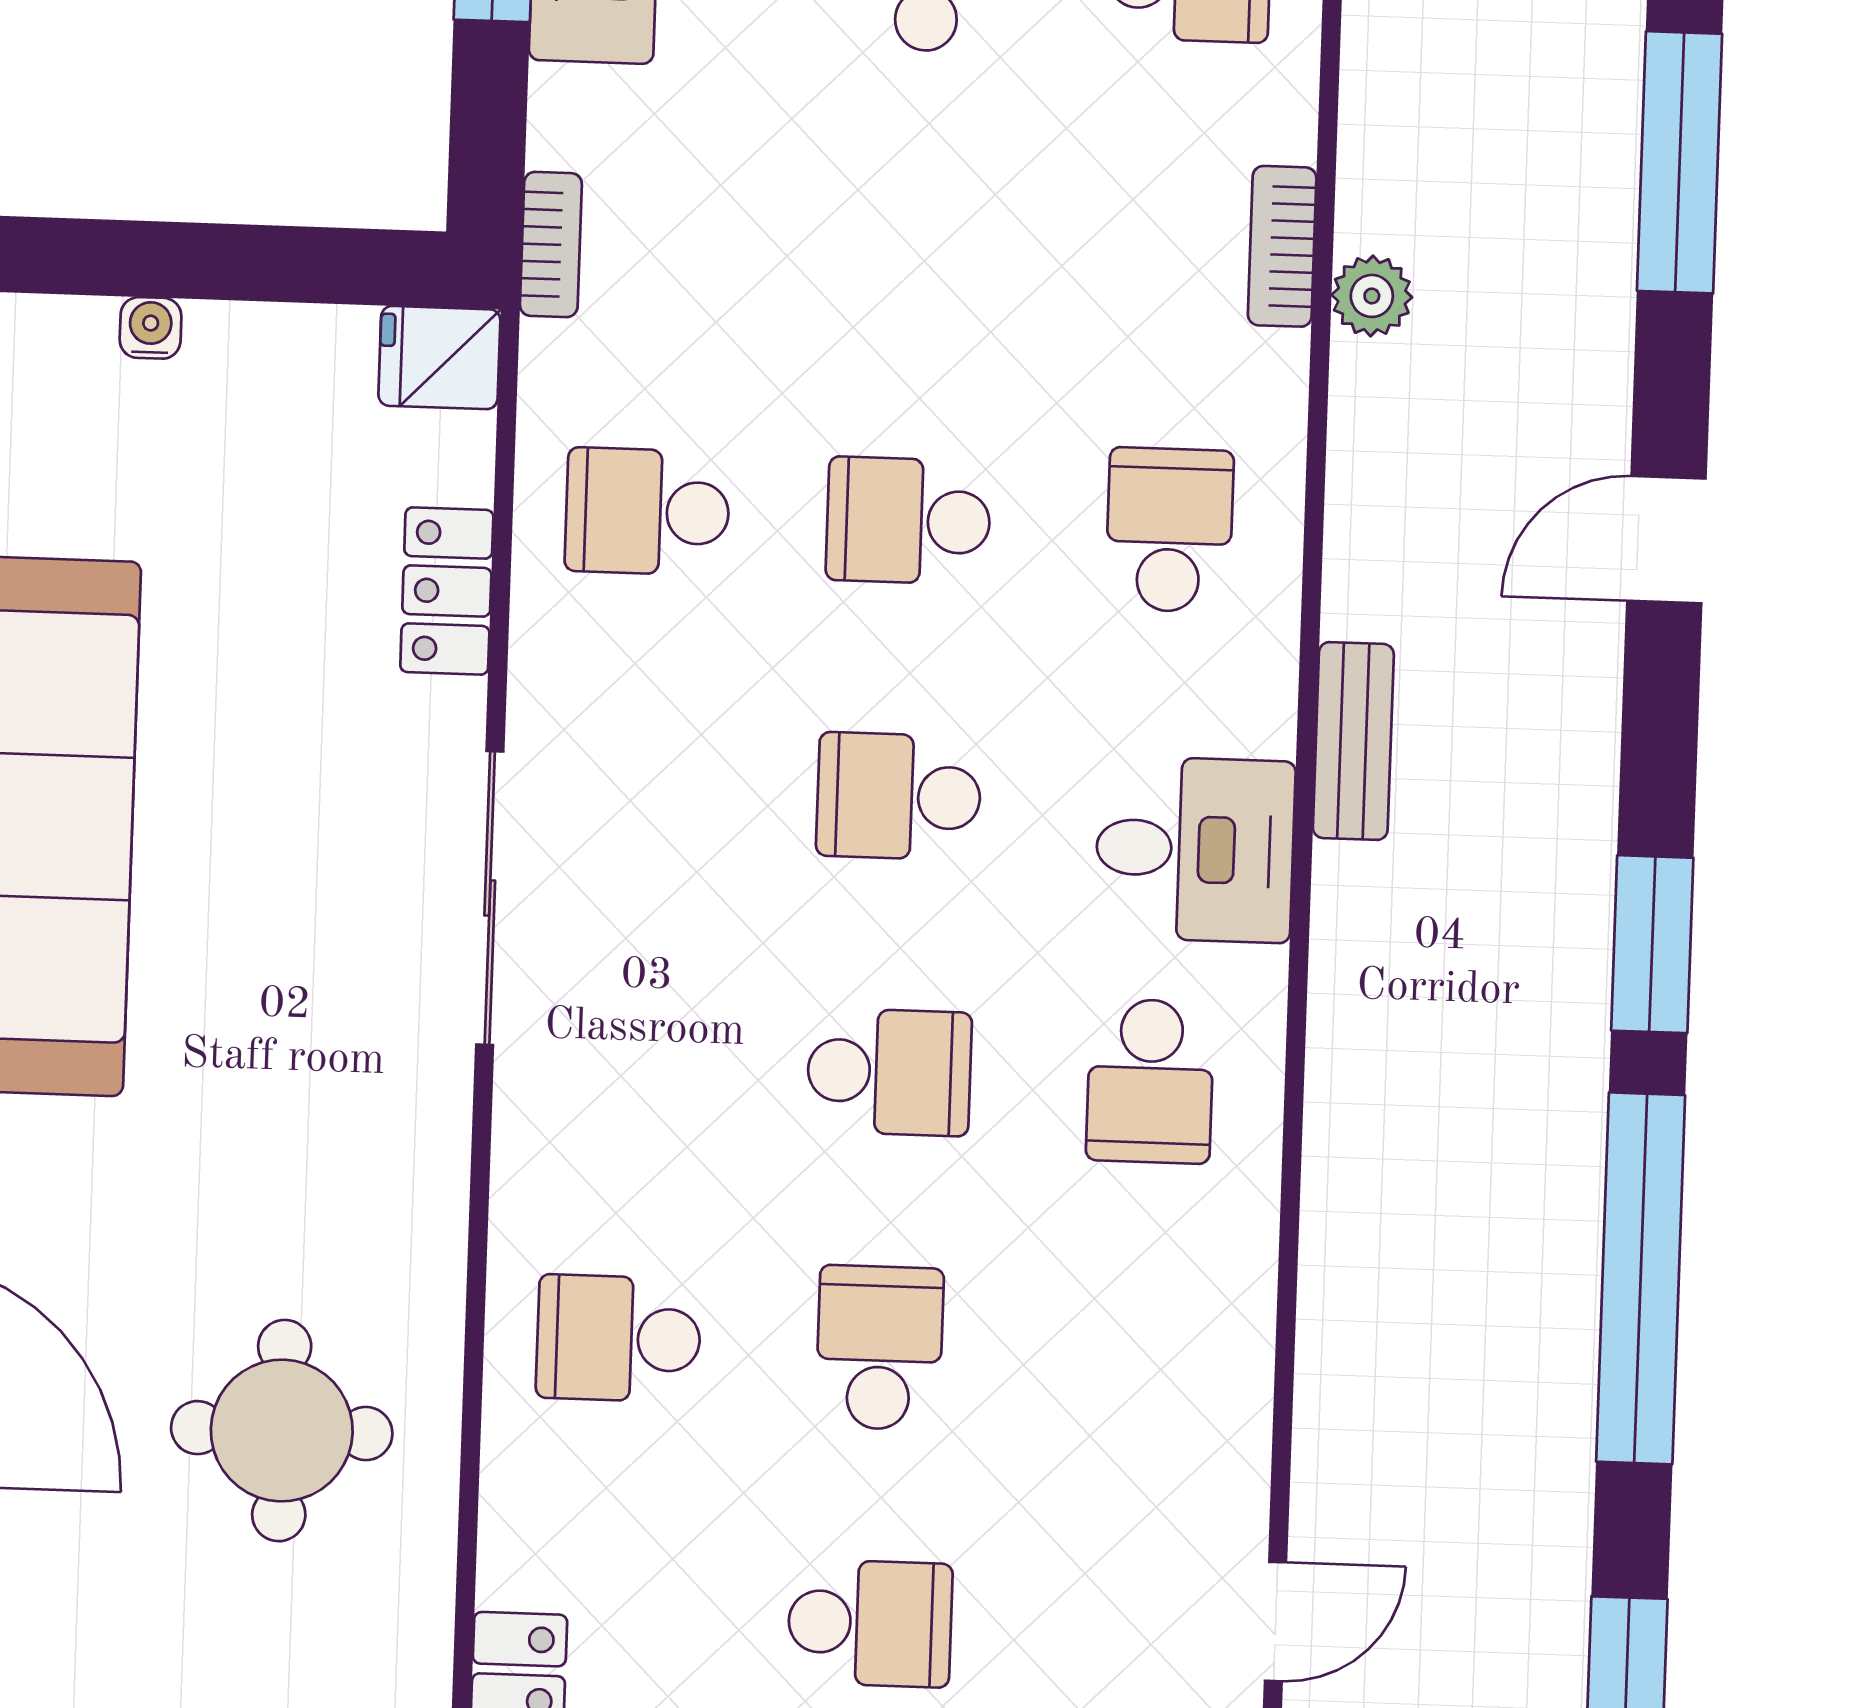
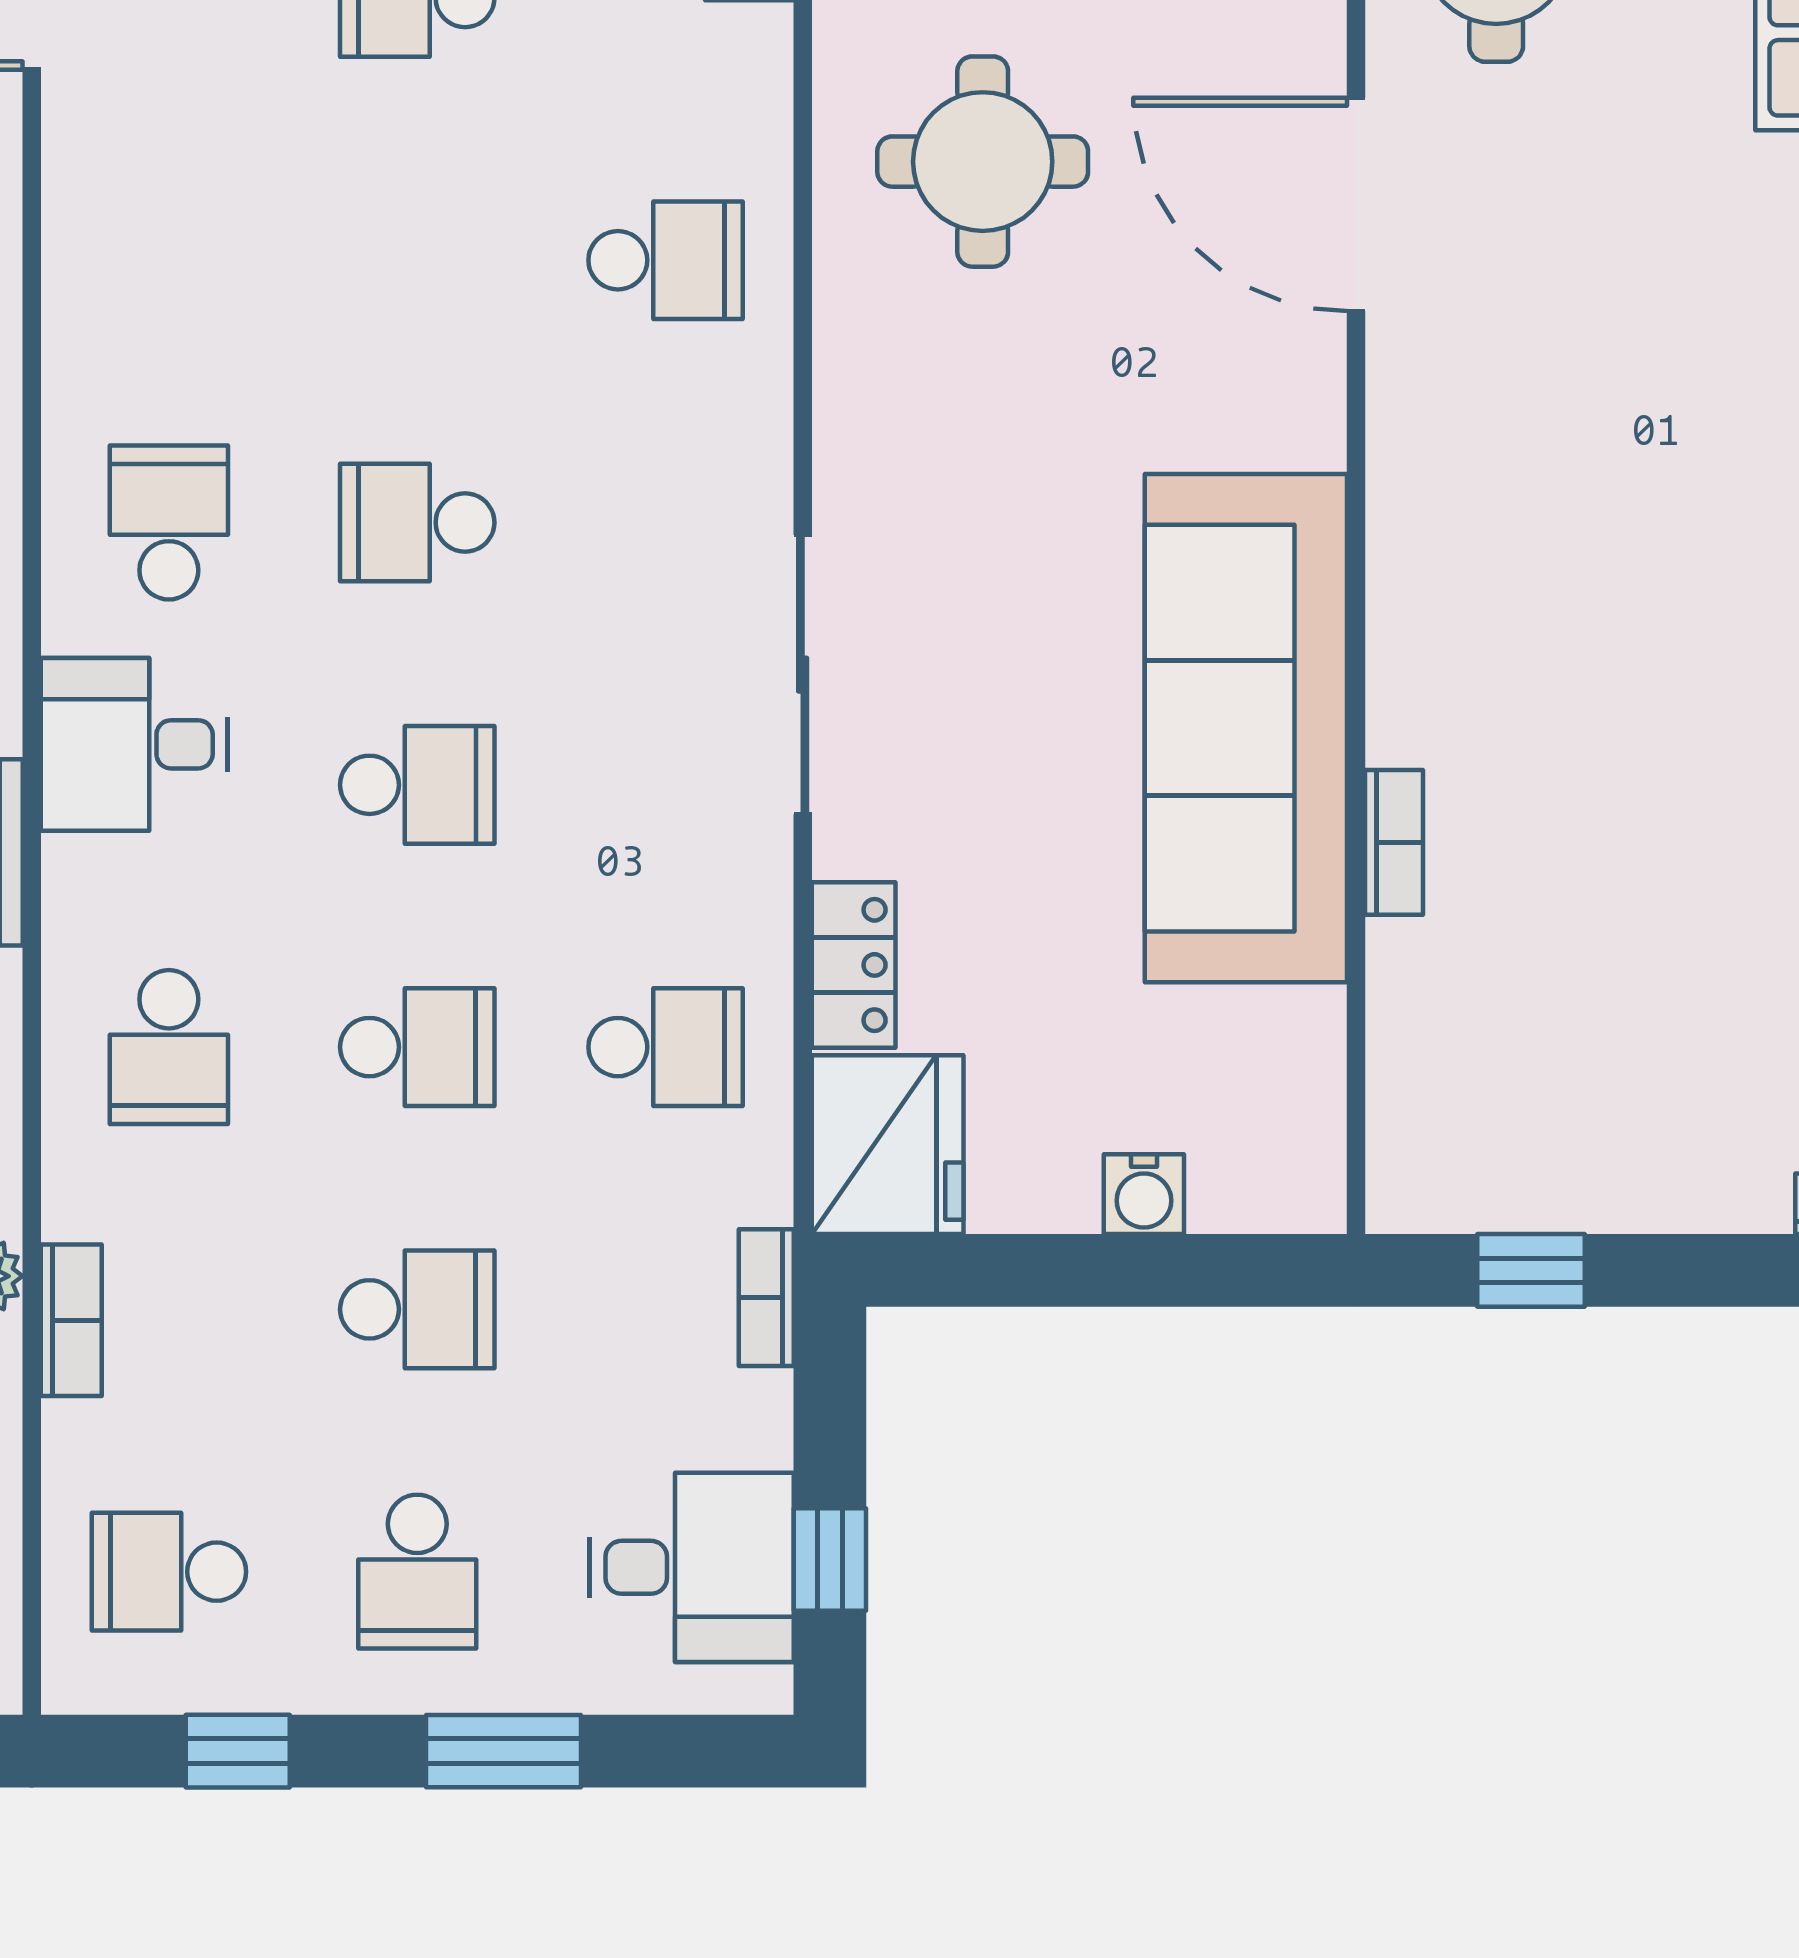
water cooler: (151, 328) -> (1144, 1194), width x1.38, depth x1.38
fridge: (439, 358) -> (888, 1145), width x1.88, depth x1.34
school desk: (880, 1348) -> (417, 1309), moved, turned -90

